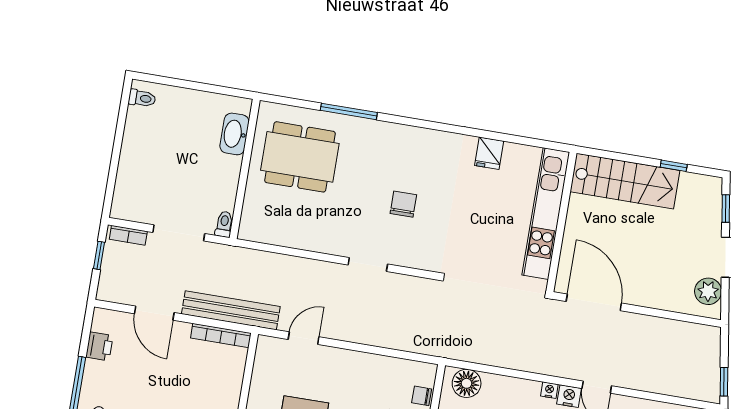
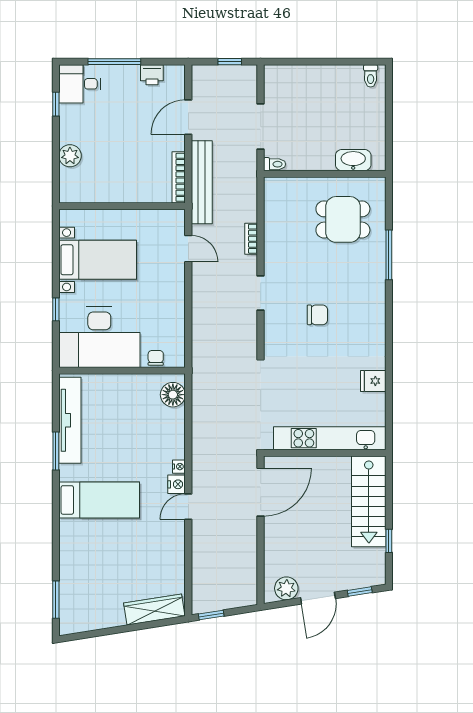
dining table: (300, 157) -> (343, 219), width x0.73
bookcase: (128, 235) -> (251, 239), moved

